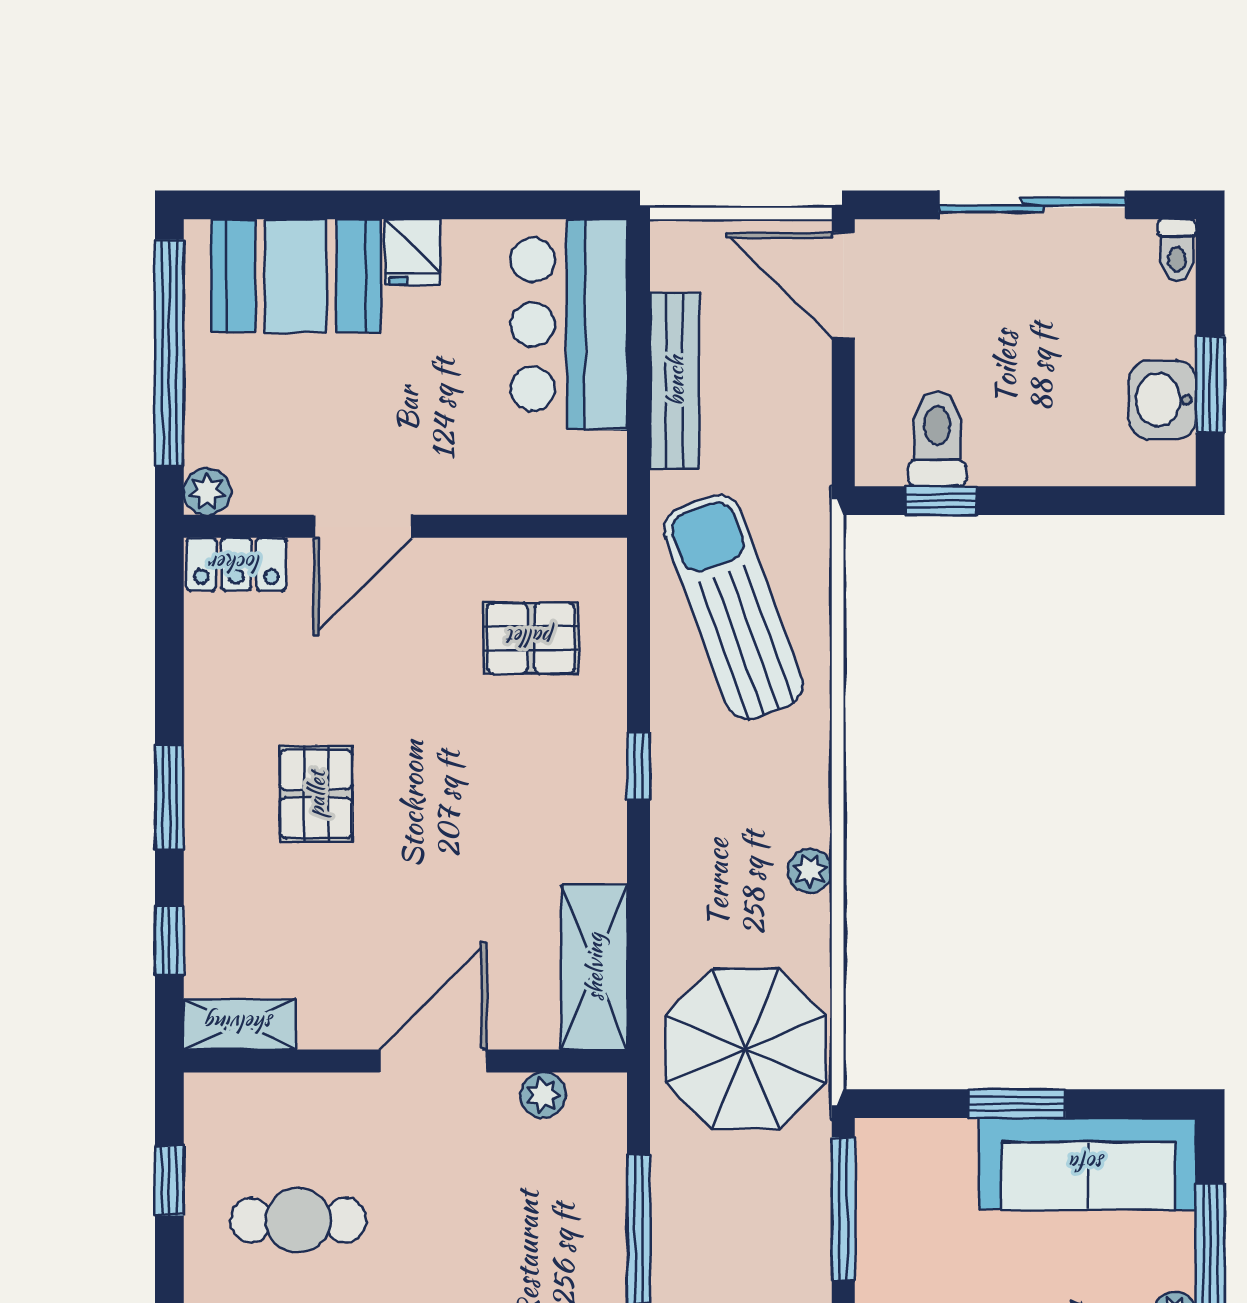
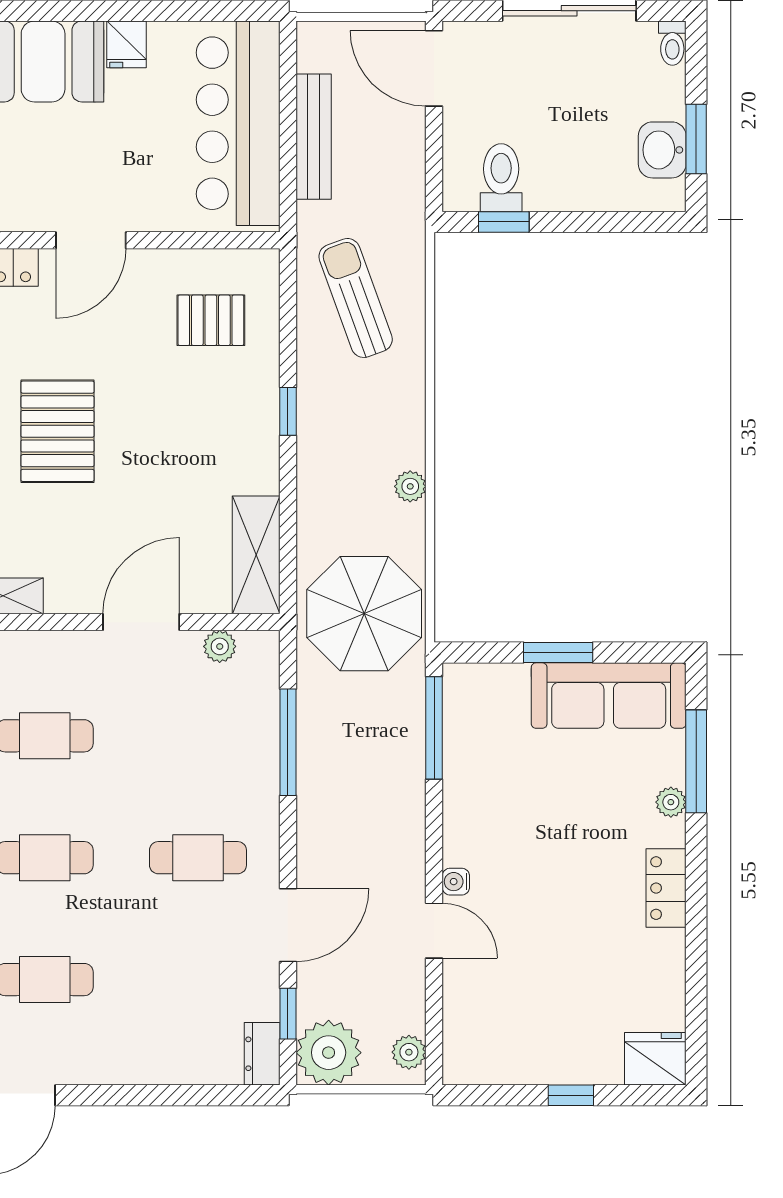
bar counter: (569, 324) -> (238, 123), width x1.36
sun lounger: (733, 607) -> (356, 298), width x0.73, depth x0.75
pallet: (316, 794) -> (57, 431), width x1.50, depth x1.42

